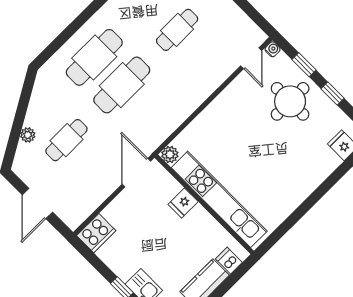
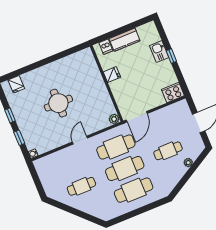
door: (251, 58) -> (80, 140), moved
round table: (290, 101) -> (58, 103), moved
cafe table: (149, 113) -> (116, 147), added
kitchen unit: (219, 199) -> (97, 83), removed
fridge: (183, 203) -> (112, 75), moved

